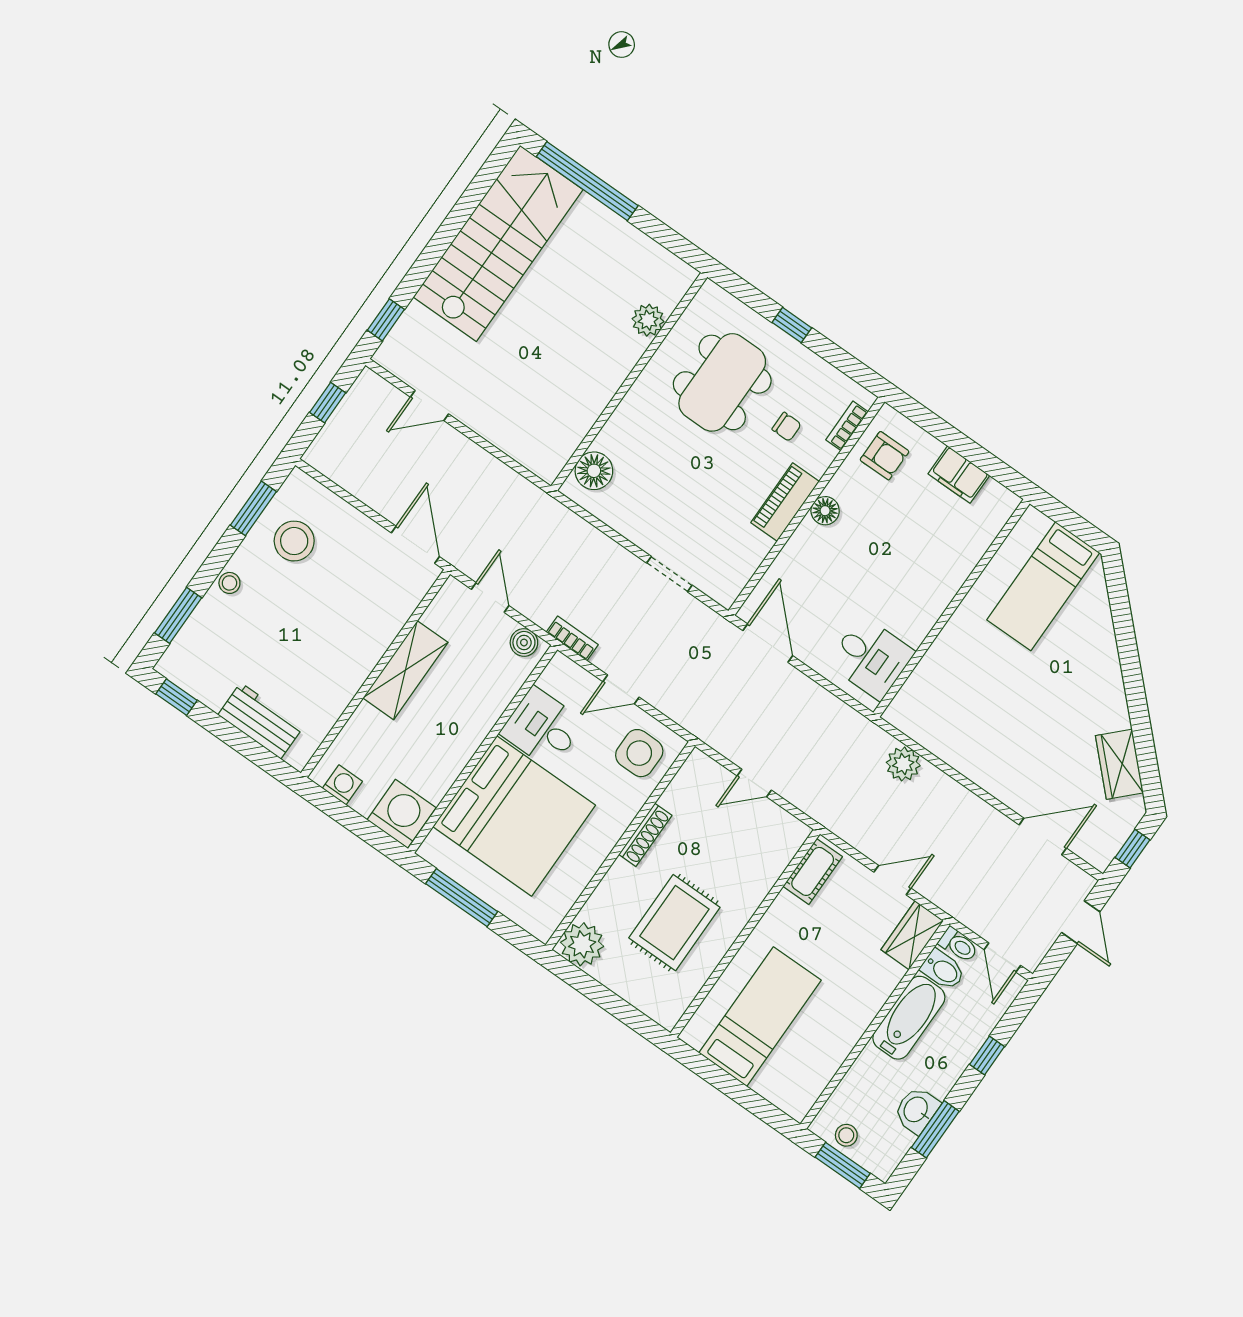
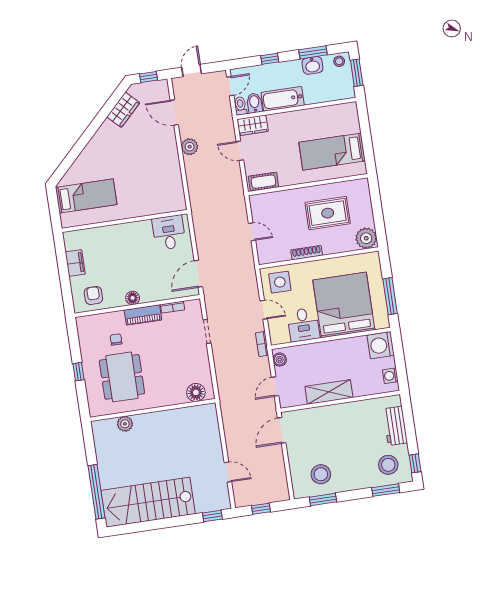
dining table: (722, 382) -> (122, 377), turned 90
bookcase: (847, 426) -> (173, 307), moved
stool: (229, 583) -> (388, 465), moved, width x1.89, depth x1.89
plant: (903, 764) -> (190, 147), moved
stool: (846, 1135) -> (339, 61), moved

